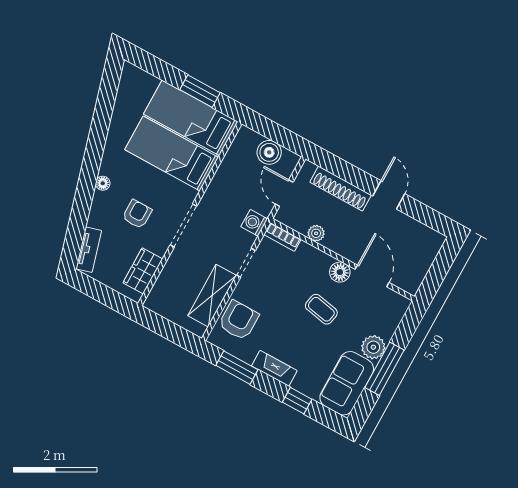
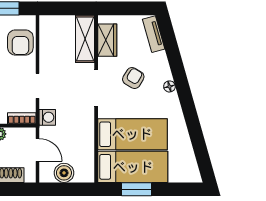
armchair: (137, 214) -> (133, 78), turned -149
shelving: (212, 296) -> (85, 39), moved

